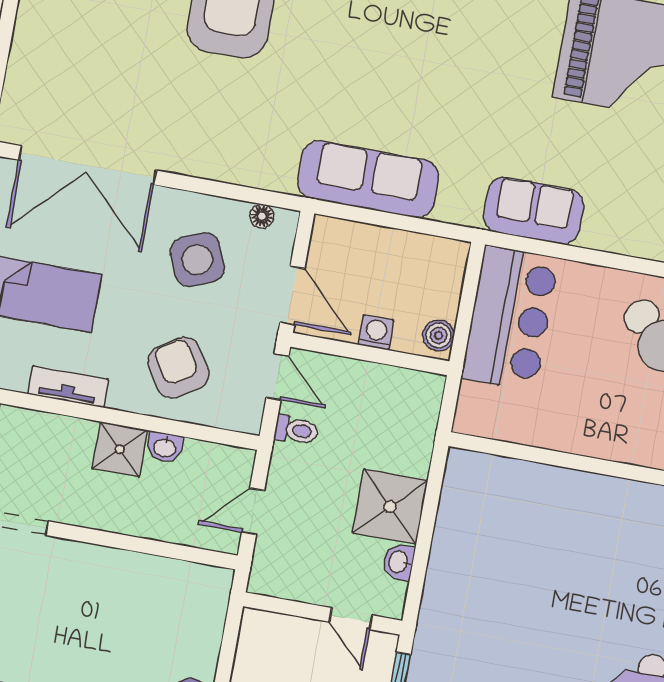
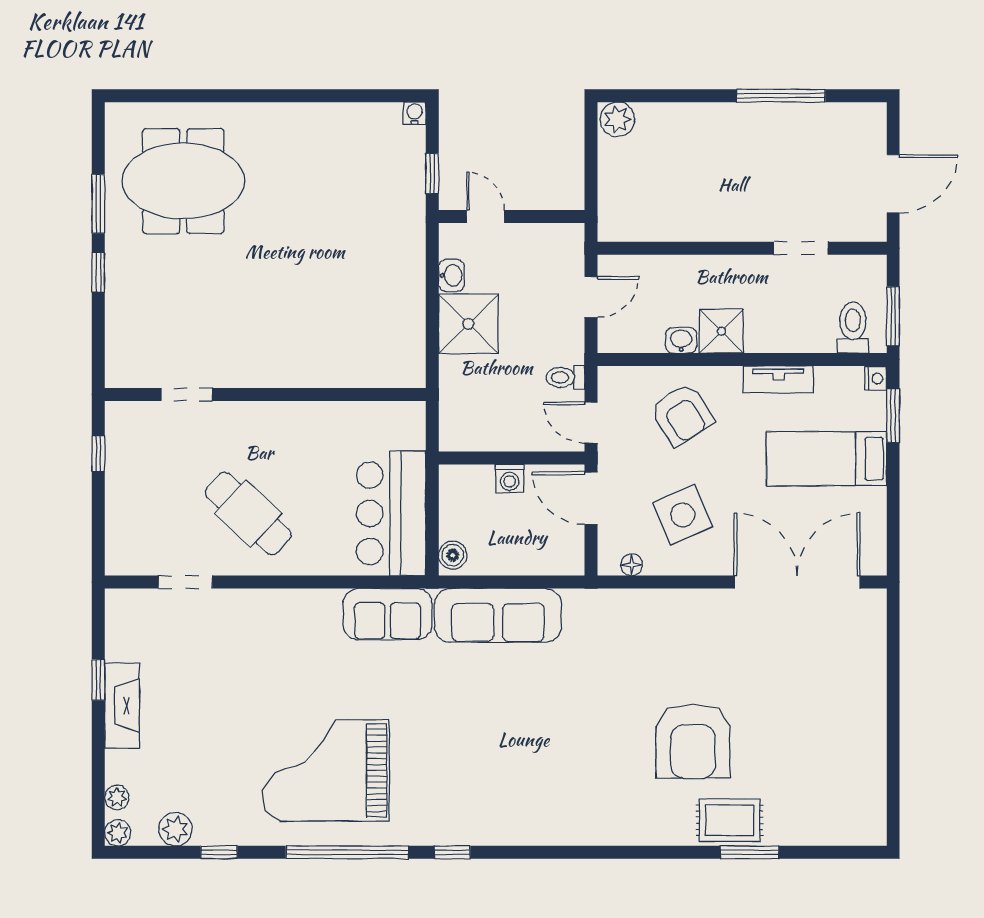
sofa: (368, 179) -> (498, 615), moved
boiler: (439, 335) -> (453, 555), moved

